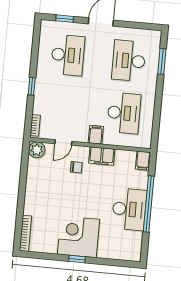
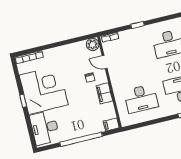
filing cabinet: (96, 135) -> (118, 84), removed
desk: (129, 209) -> (45, 128), moved, turned 90
corner desk: (78, 237) -> (44, 90), width x1.36, depth x1.36

